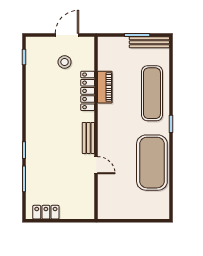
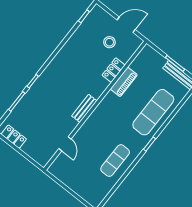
locker: (88, 91) -> (114, 70), width x0.66
exercise mat: (152, 163) -> (115, 161), width x0.50, depth x0.69
door: (96, 165) -> (65, 144), moved

